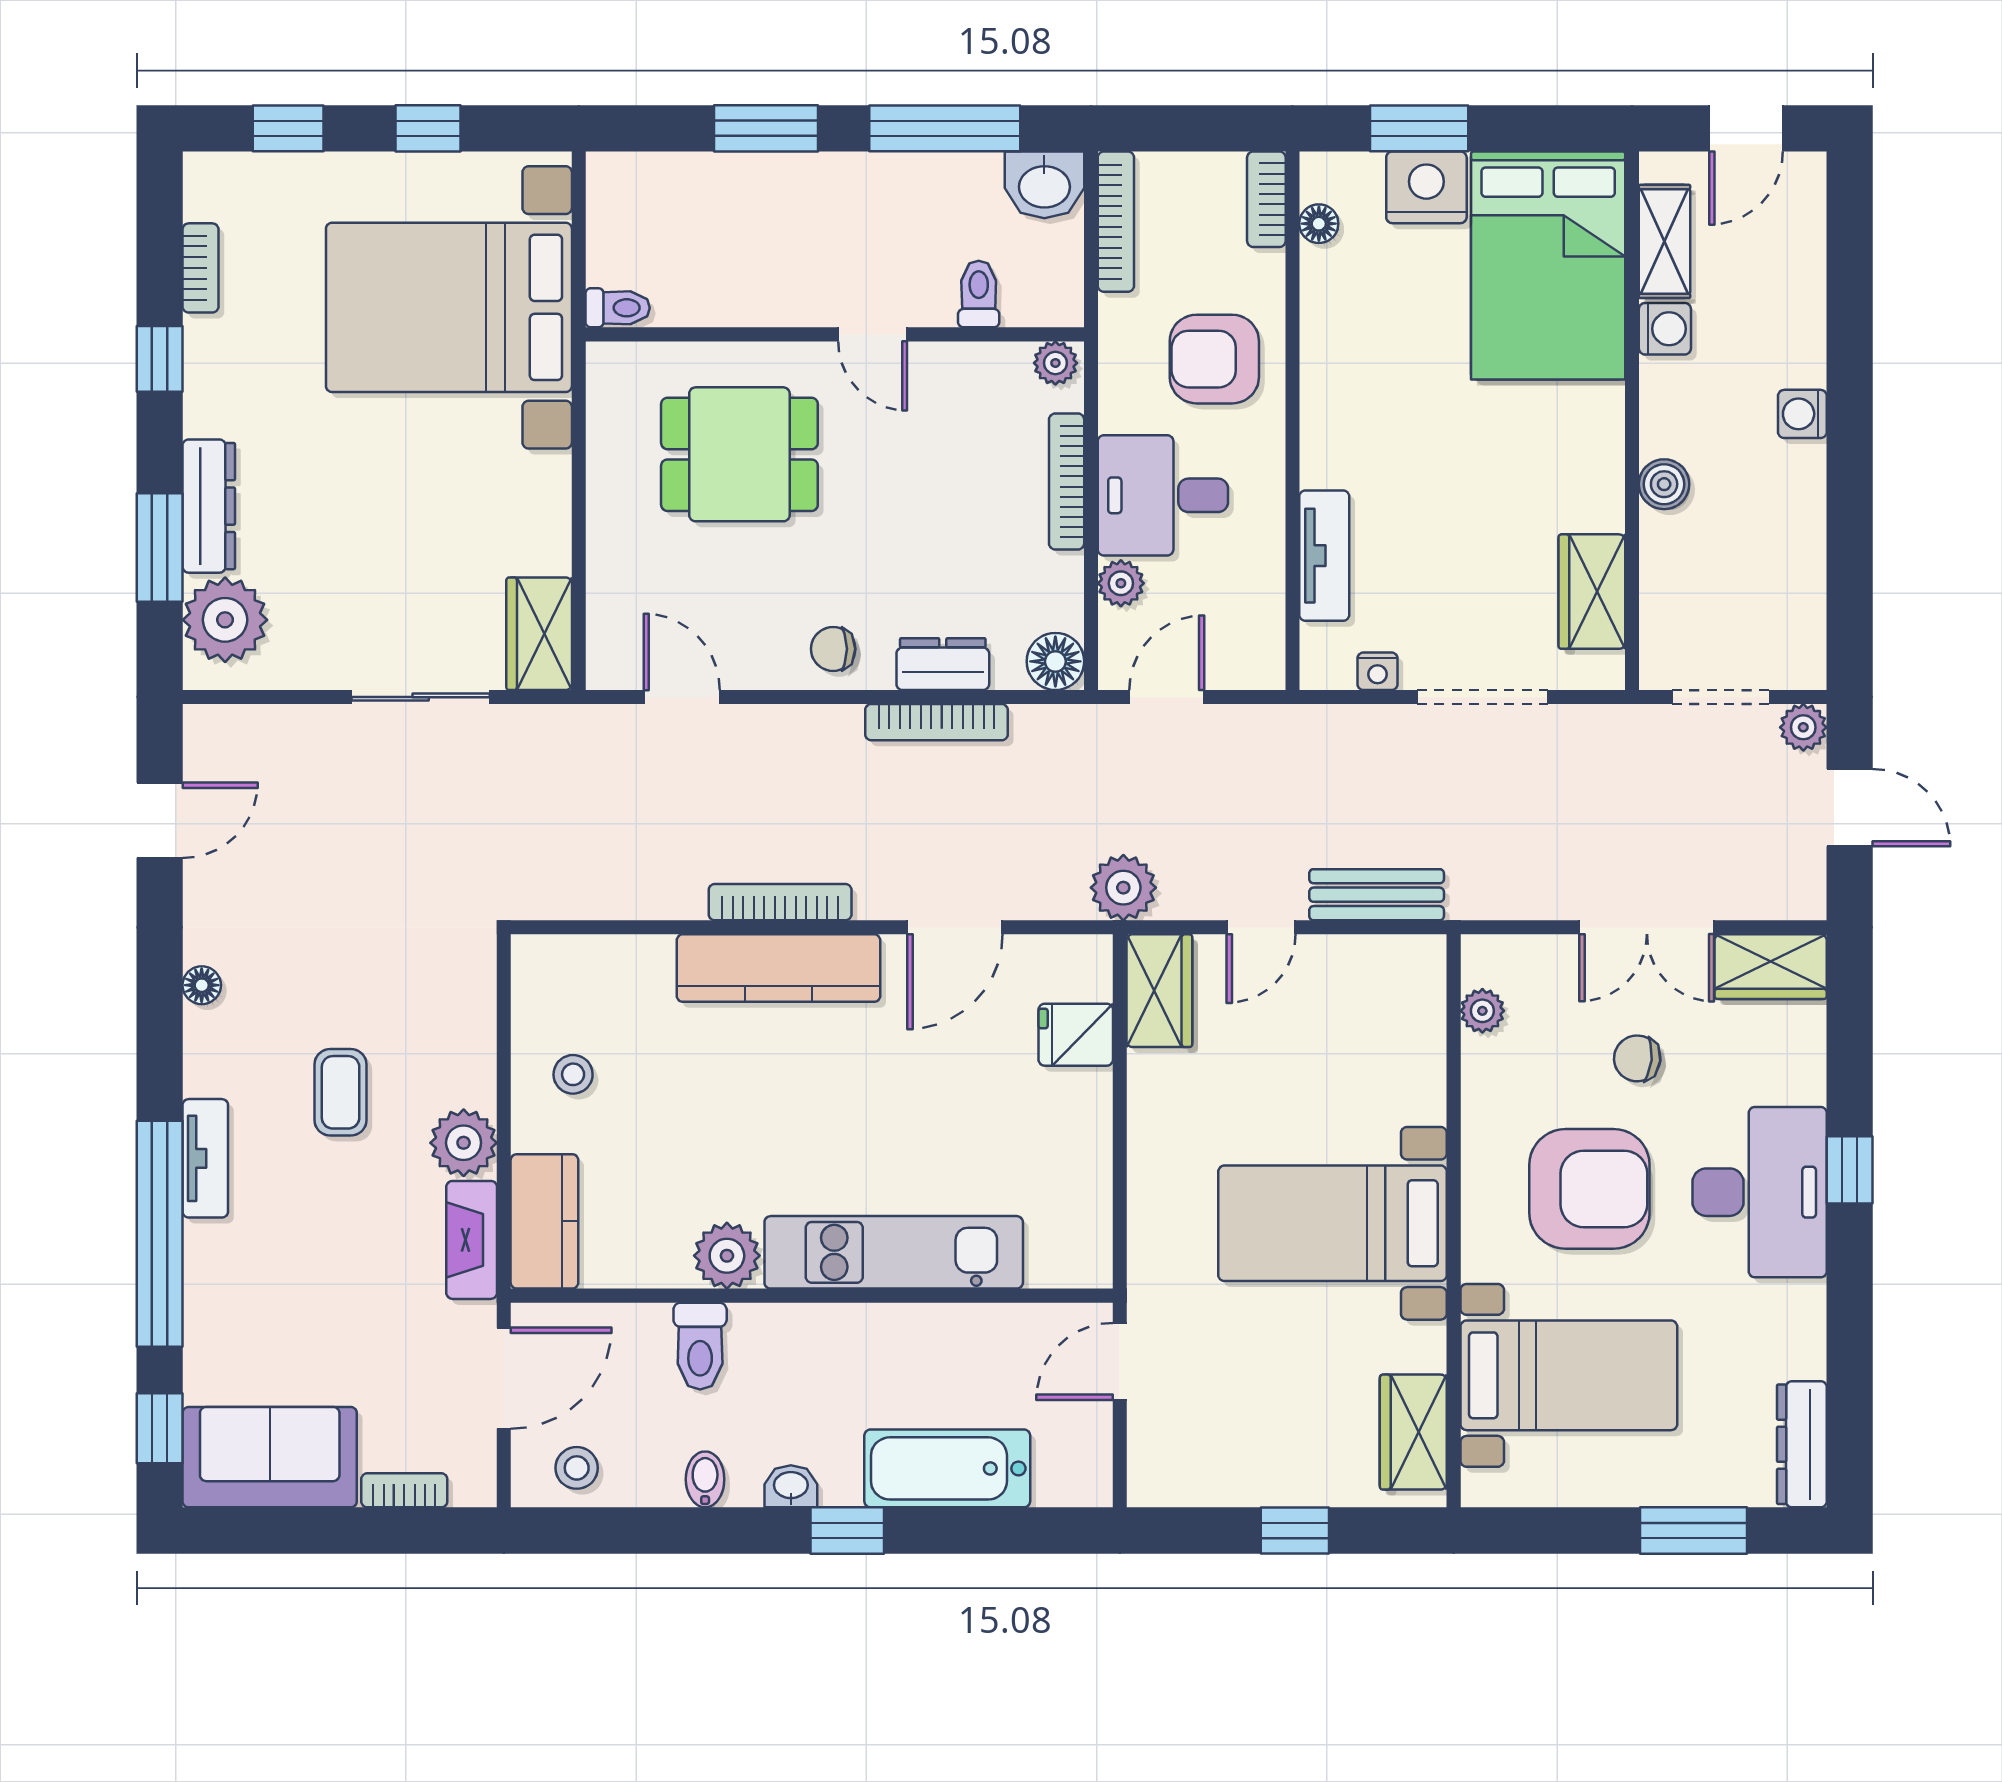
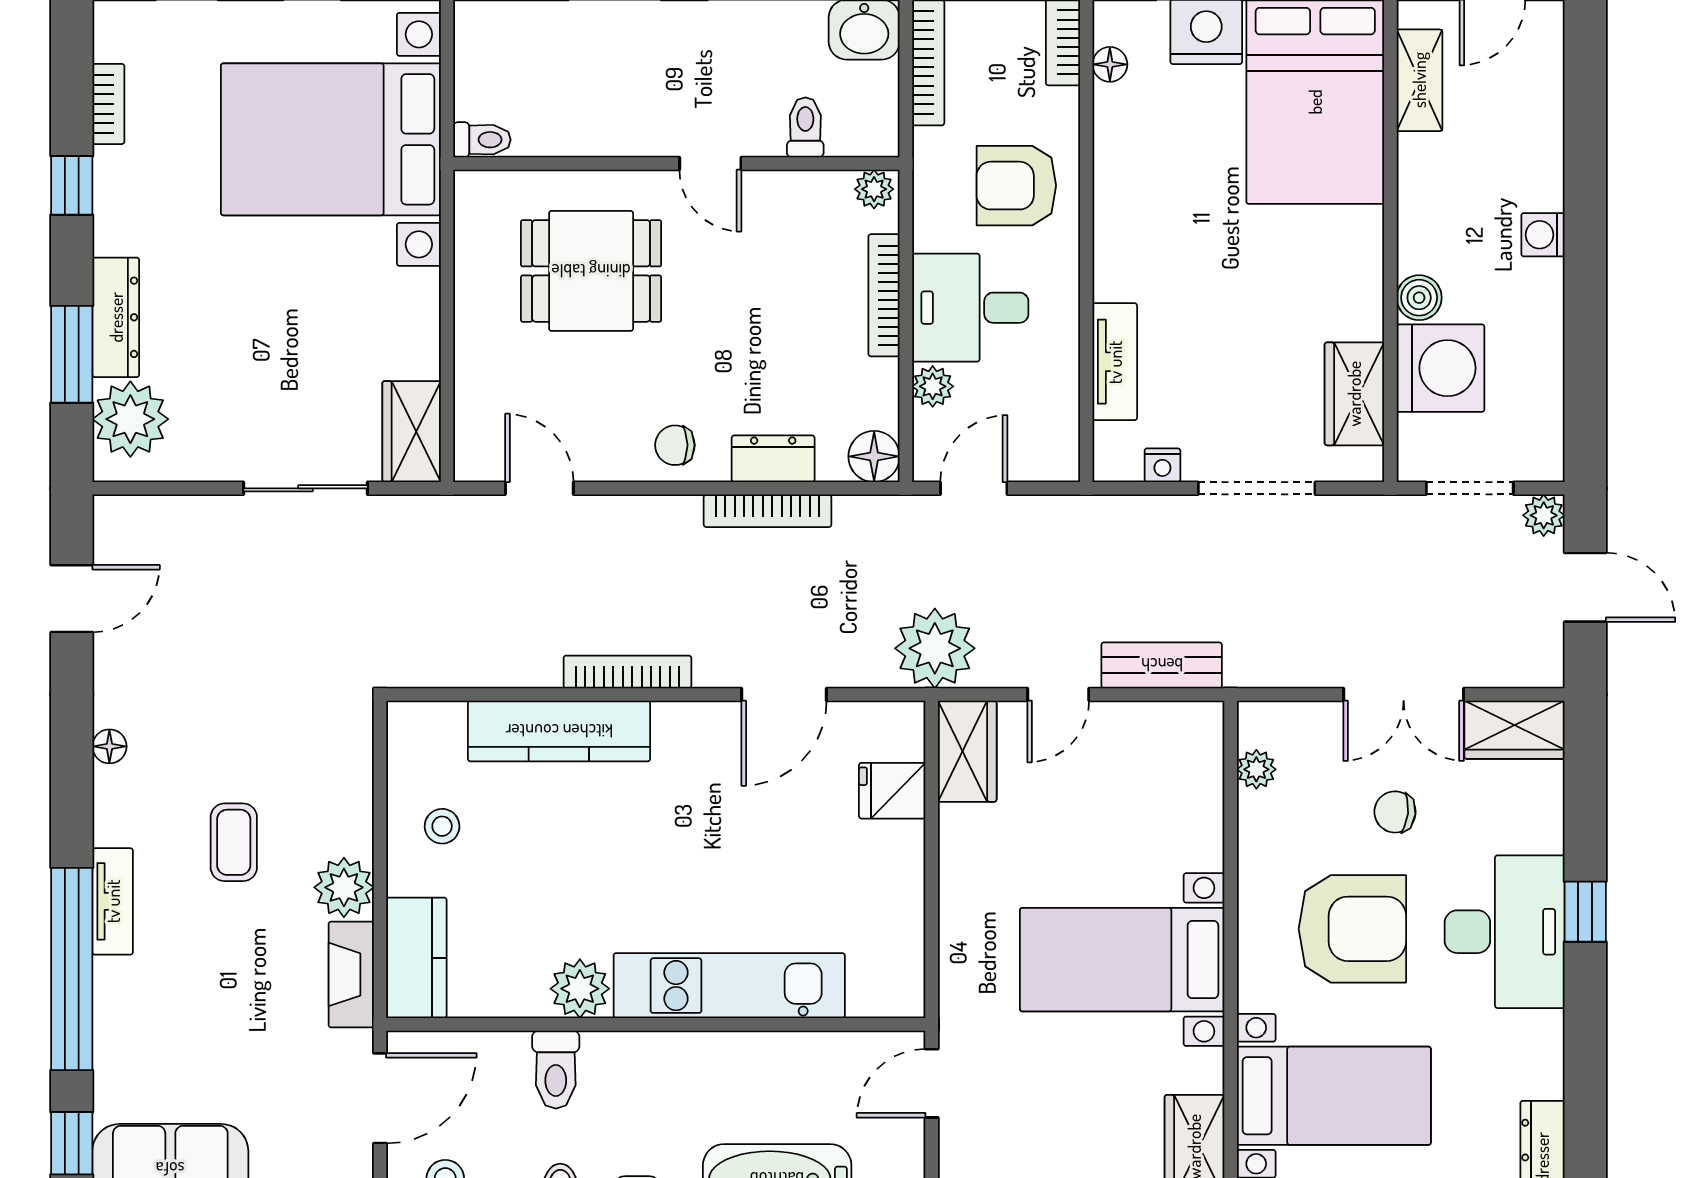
washing machine: (1665, 329) -> (1440, 368), moved, width x1.89, depth x1.89
plant: (1123, 888) -> (935, 648), width x1.36, depth x1.36
kitchen counter: (778, 968) -> (559, 731), moved

